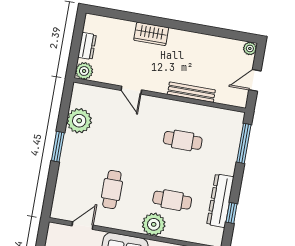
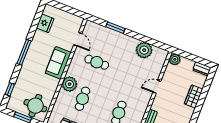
wardrobe: (151, 34) -> (194, 96), moved
dresser: (87, 46) -> (202, 69), moved
window: (58, 147) -> (115, 28), moved

